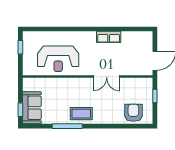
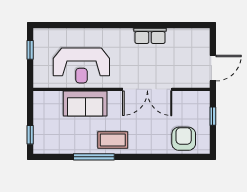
double door: (107, 76) -> (147, 89), width x1.37
sofa: (32, 108) -> (85, 104), moved, turned 90

